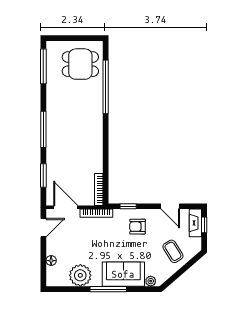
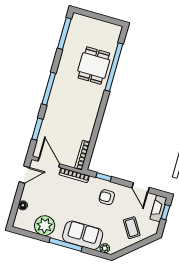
dining table: (80, 64) -> (94, 65), moved, turned 90

